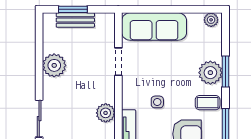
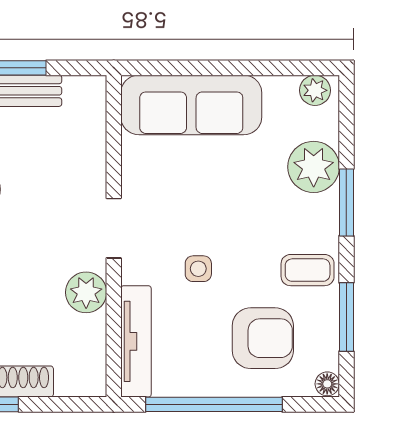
doorway: (118, 62) -> (114, 228), moved
plant: (210, 73) -> (314, 167), moved

